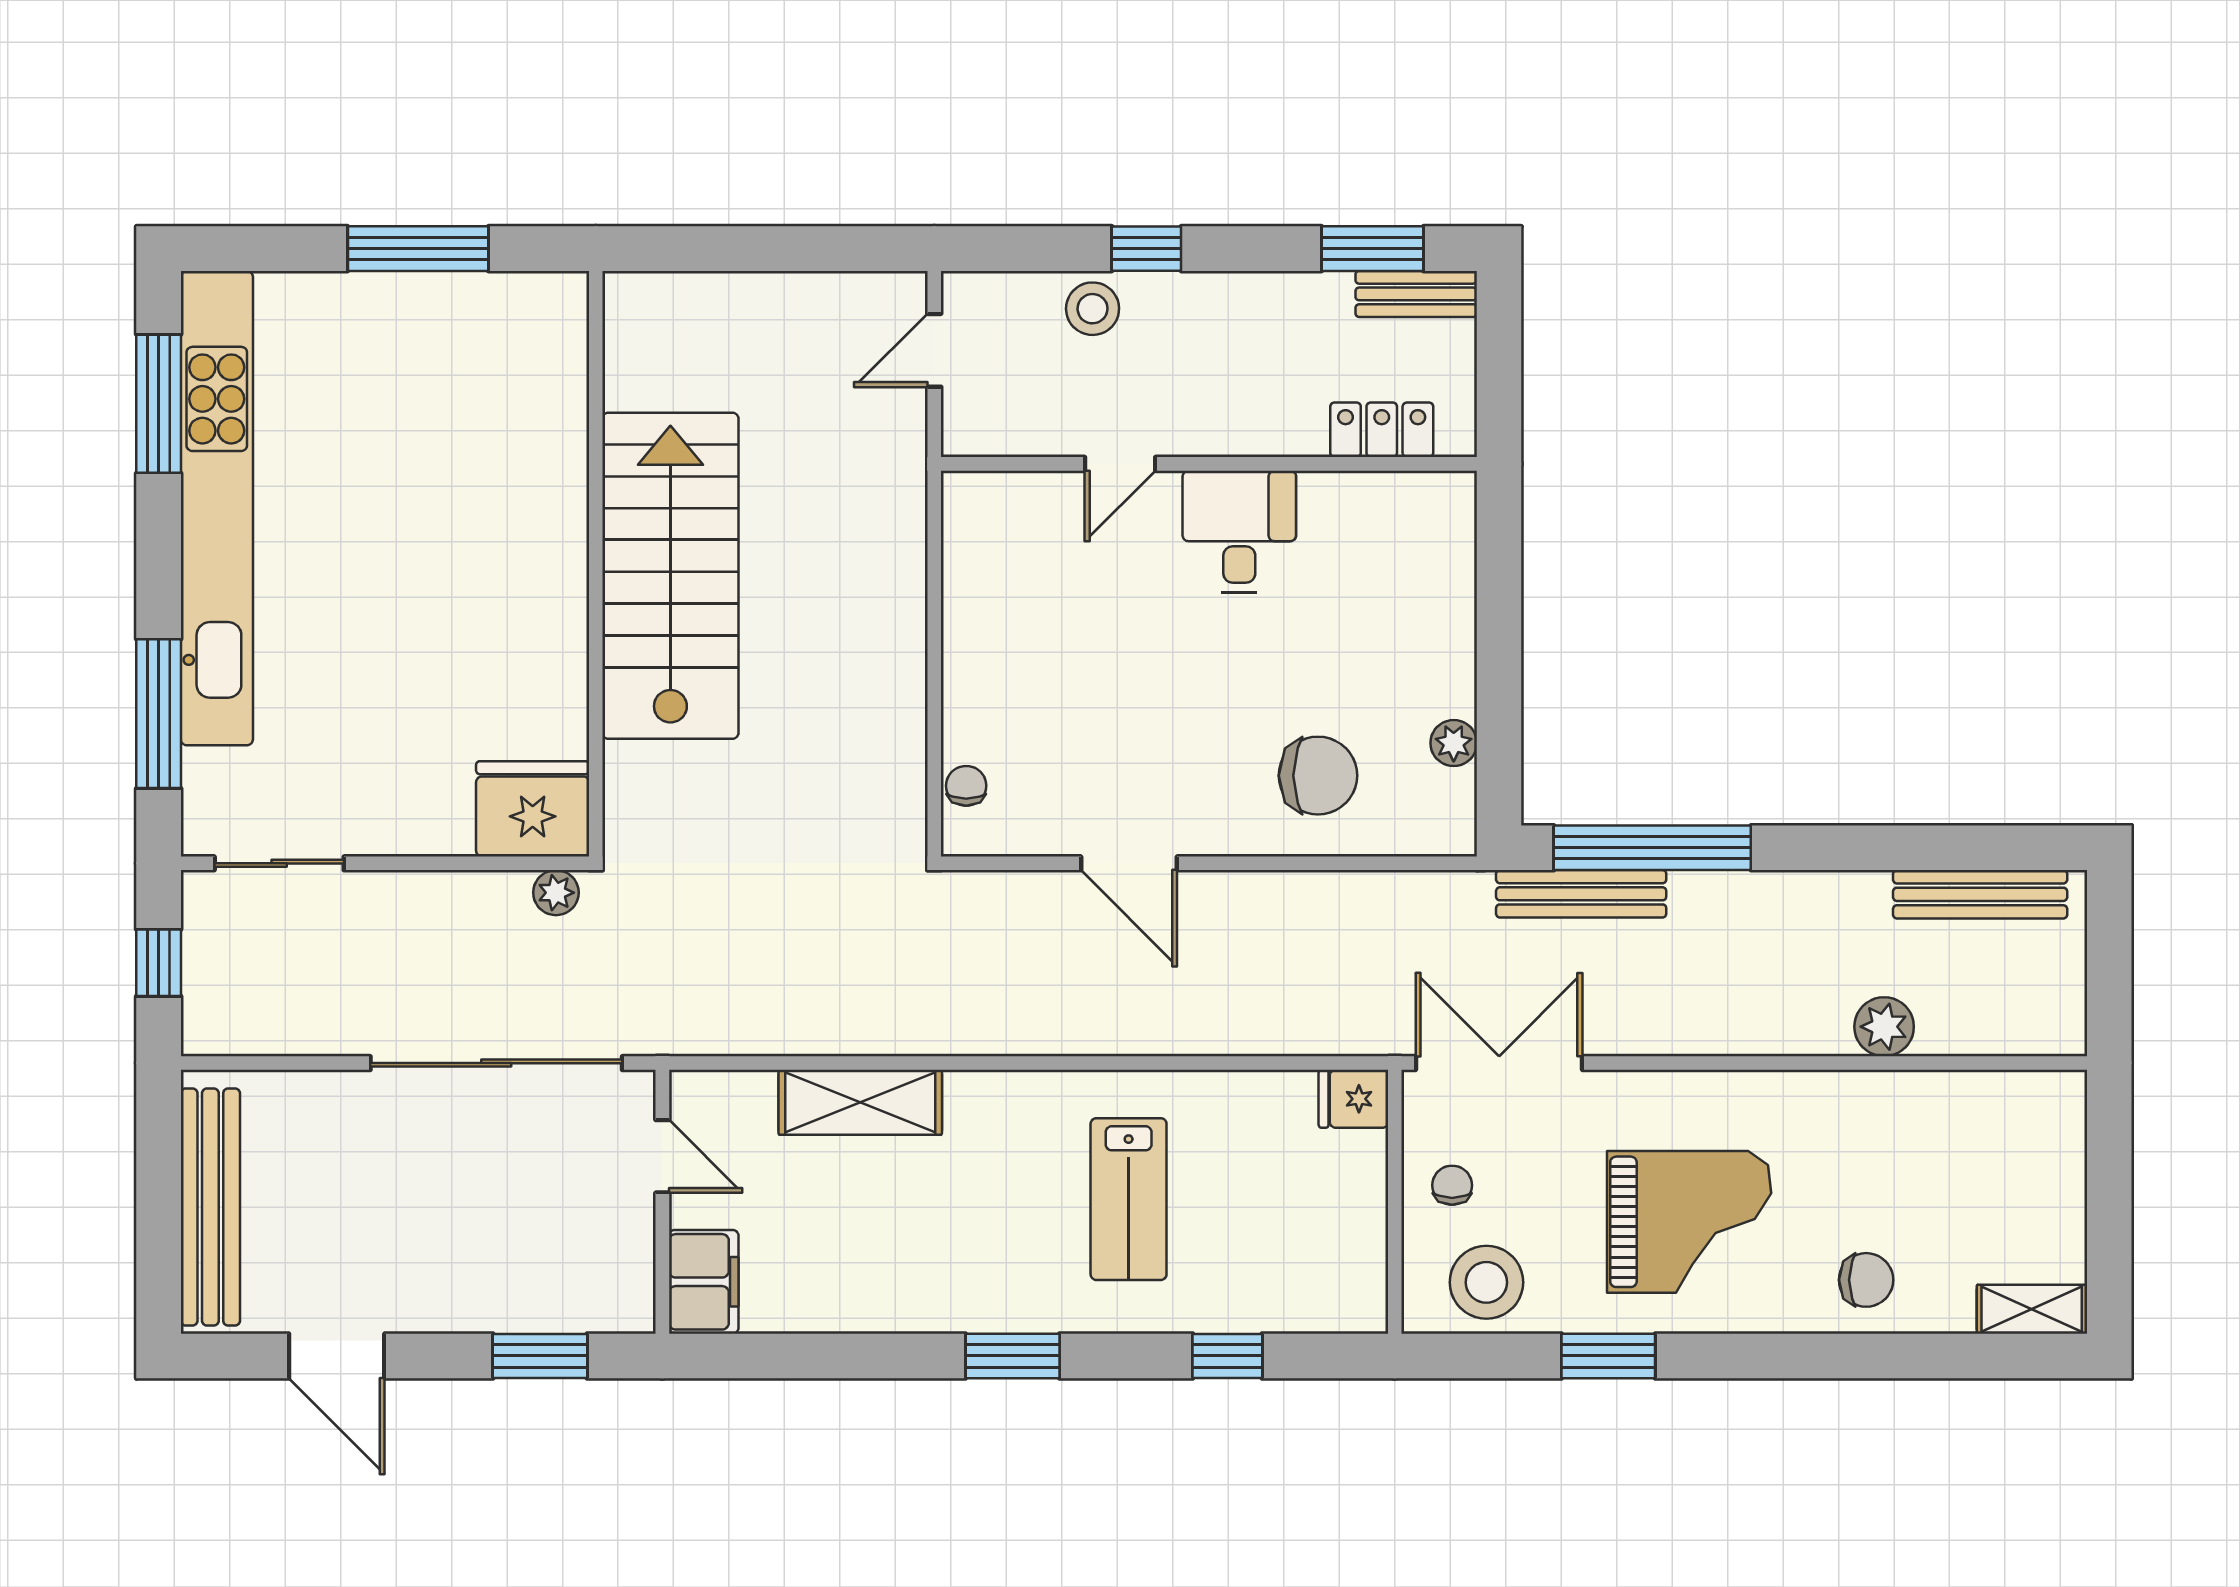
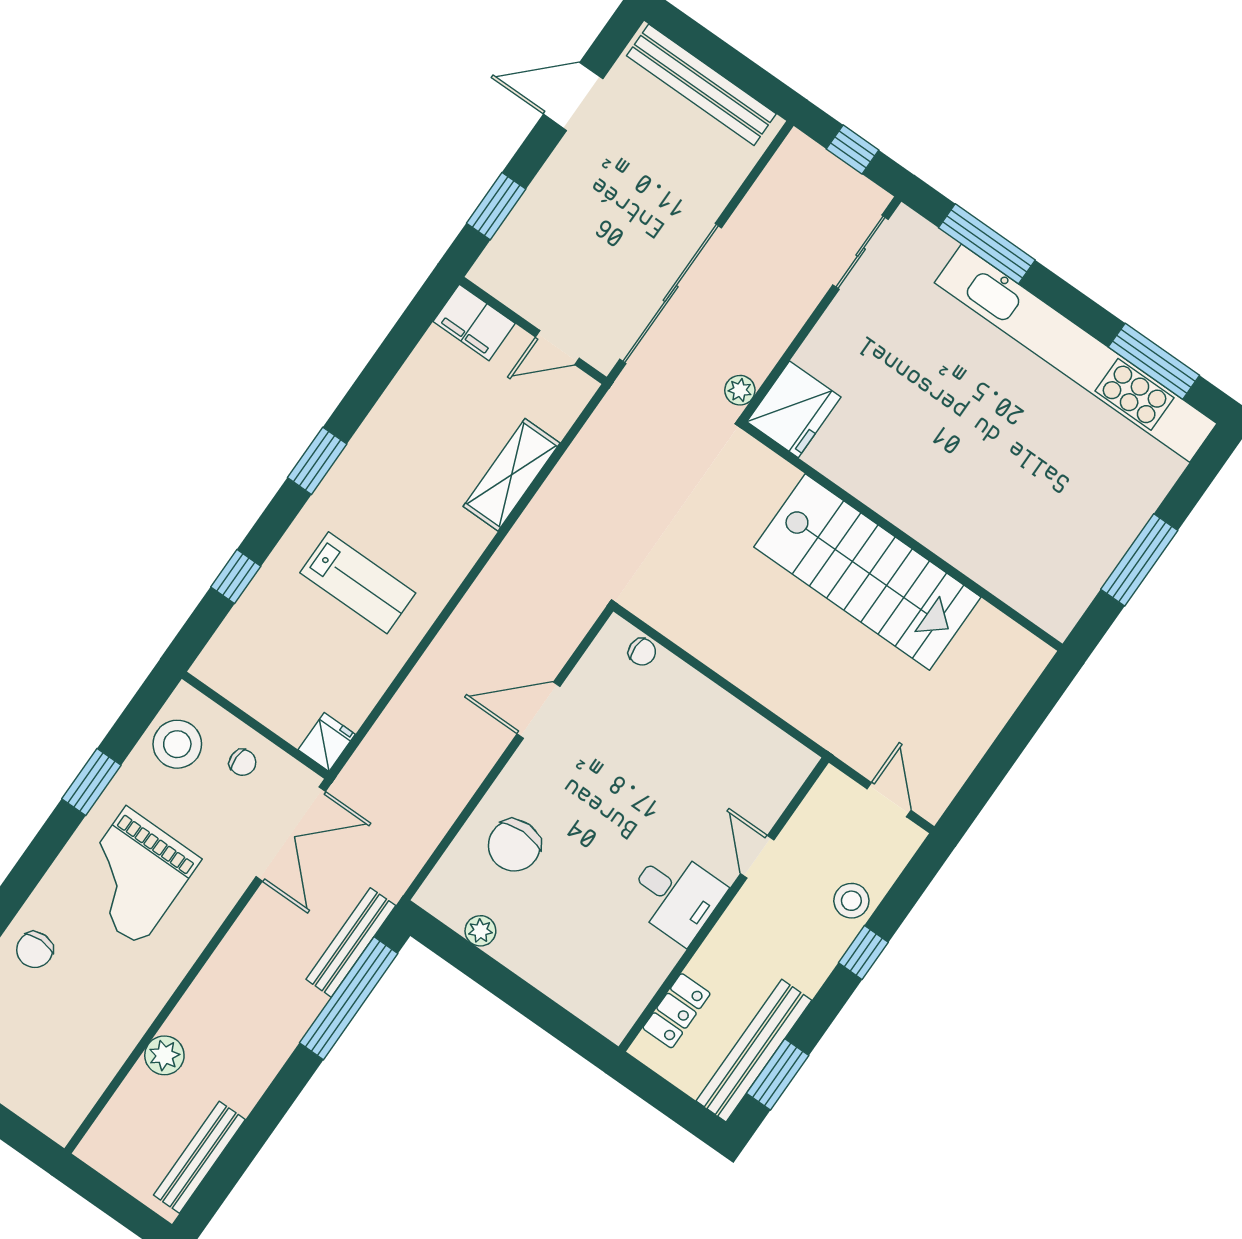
bench: (1416, 294) -> (754, 1051), width x1.86, depth x1.21
lab bench: (1129, 1199) -> (358, 583), turned 180

